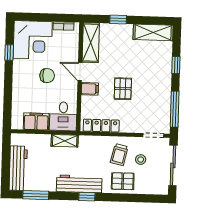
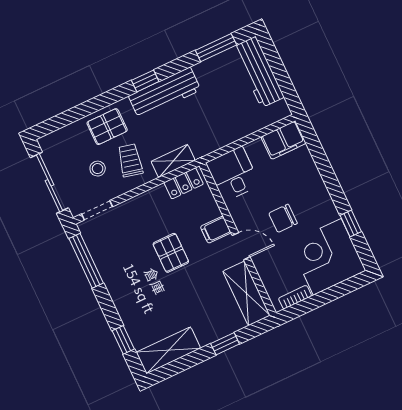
window: (176, 65) -> (123, 340), moved
filing cabinet: (36, 121) -> (283, 140), moved
locker: (101, 126) -> (184, 183), width x0.66
shelving: (65, 141) -> (173, 161), moved

